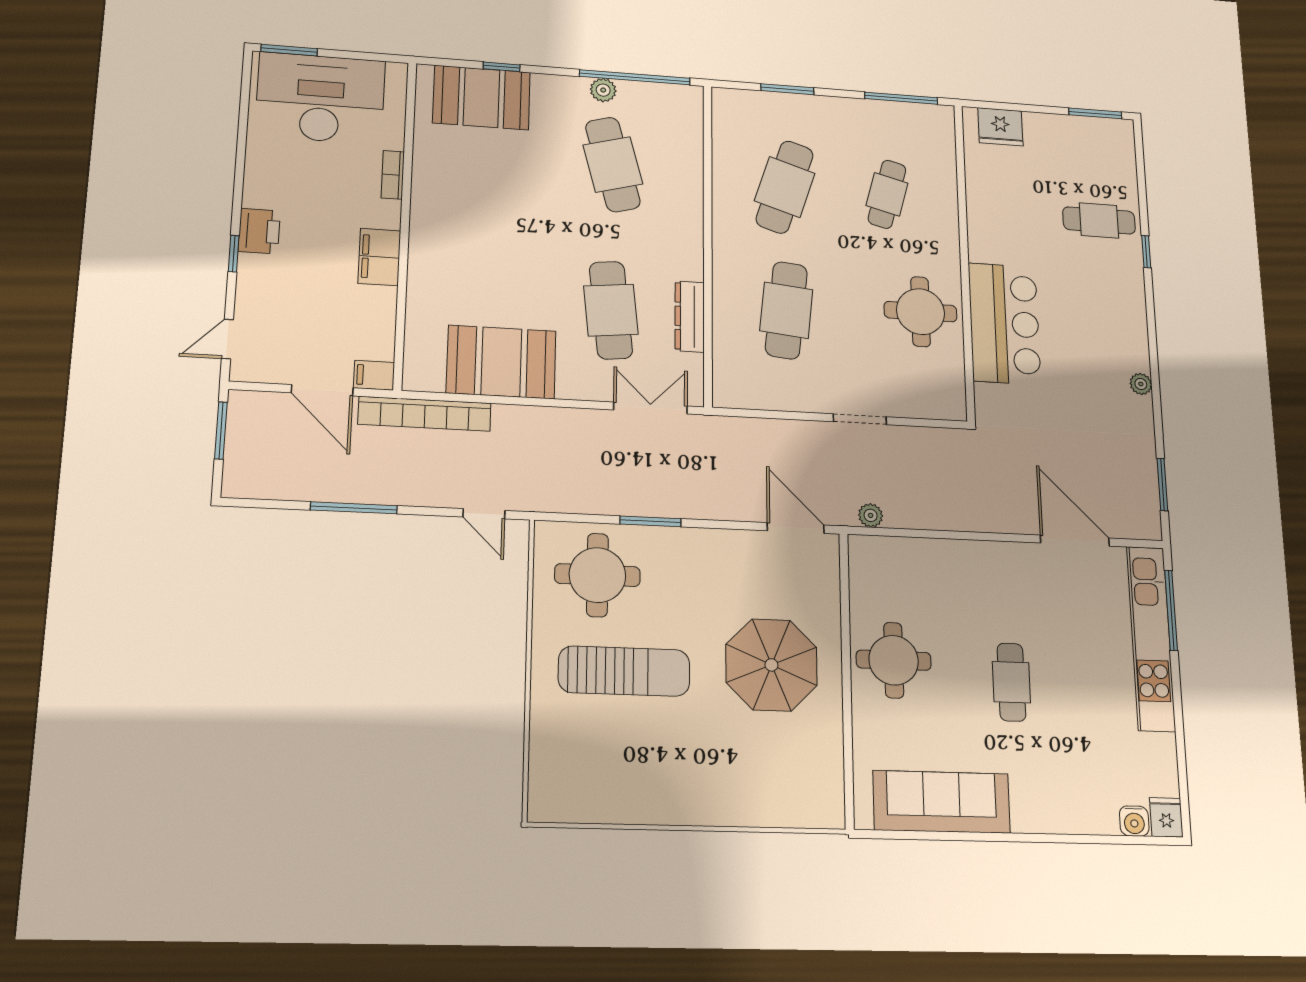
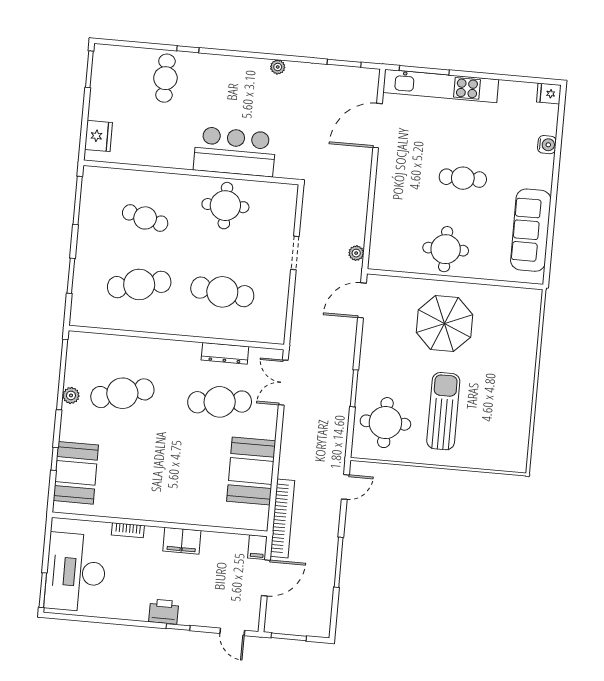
cafe table: (785, 187) -> (139, 284), turned -30
water cooler: (1134, 821) -> (547, 145), moved

